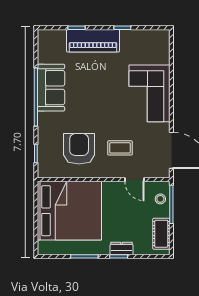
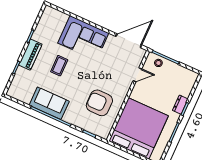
piano: (93, 41) -> (30, 55), width x0.73, depth x0.75
coffee table: (120, 148) -> (59, 66), moved
cot: (161, 234) -> (182, 73), removed

